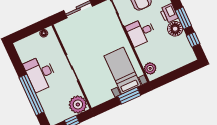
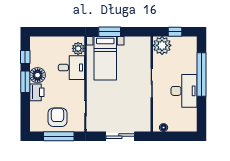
desk: (141, 32) -> (71, 68), moved

